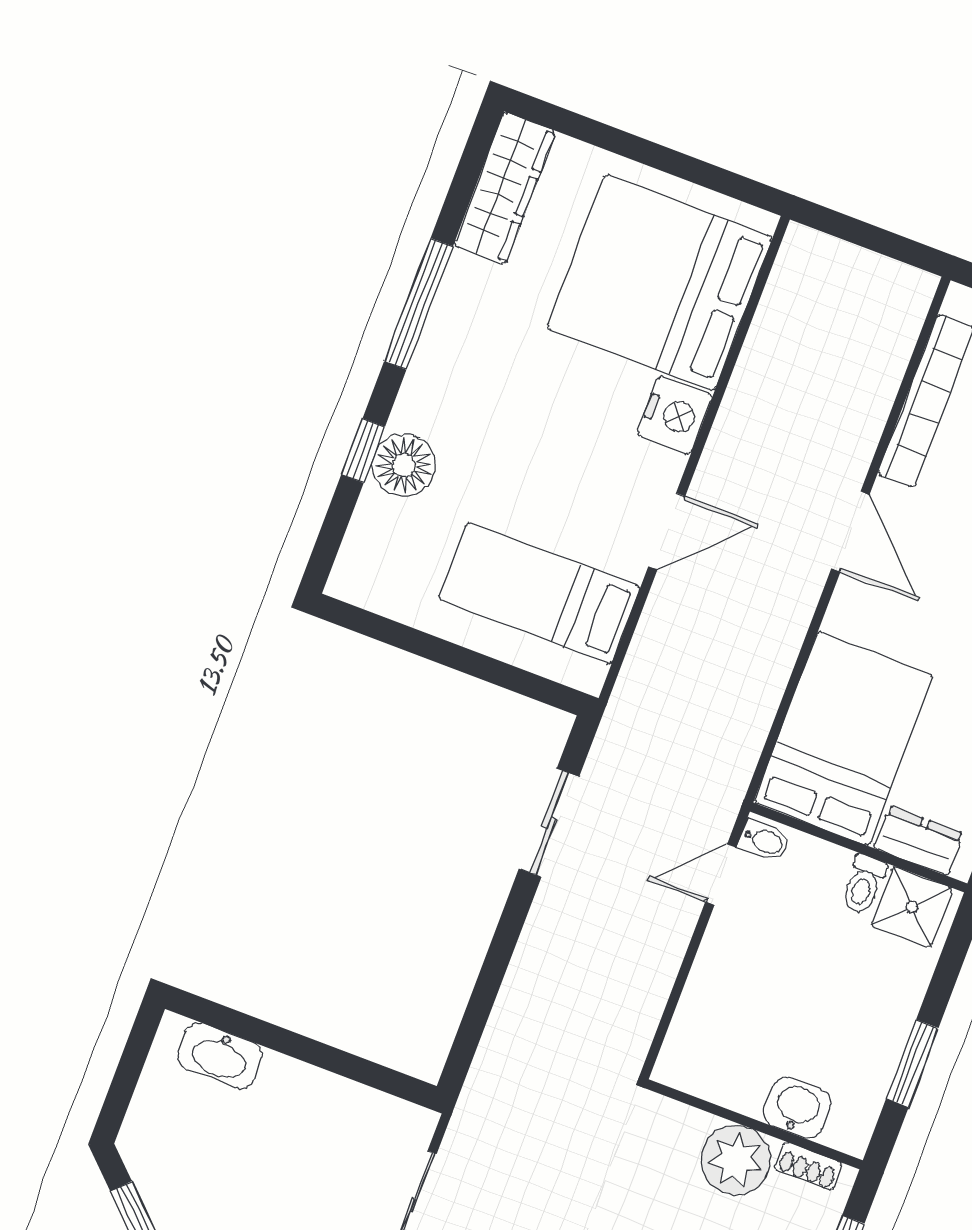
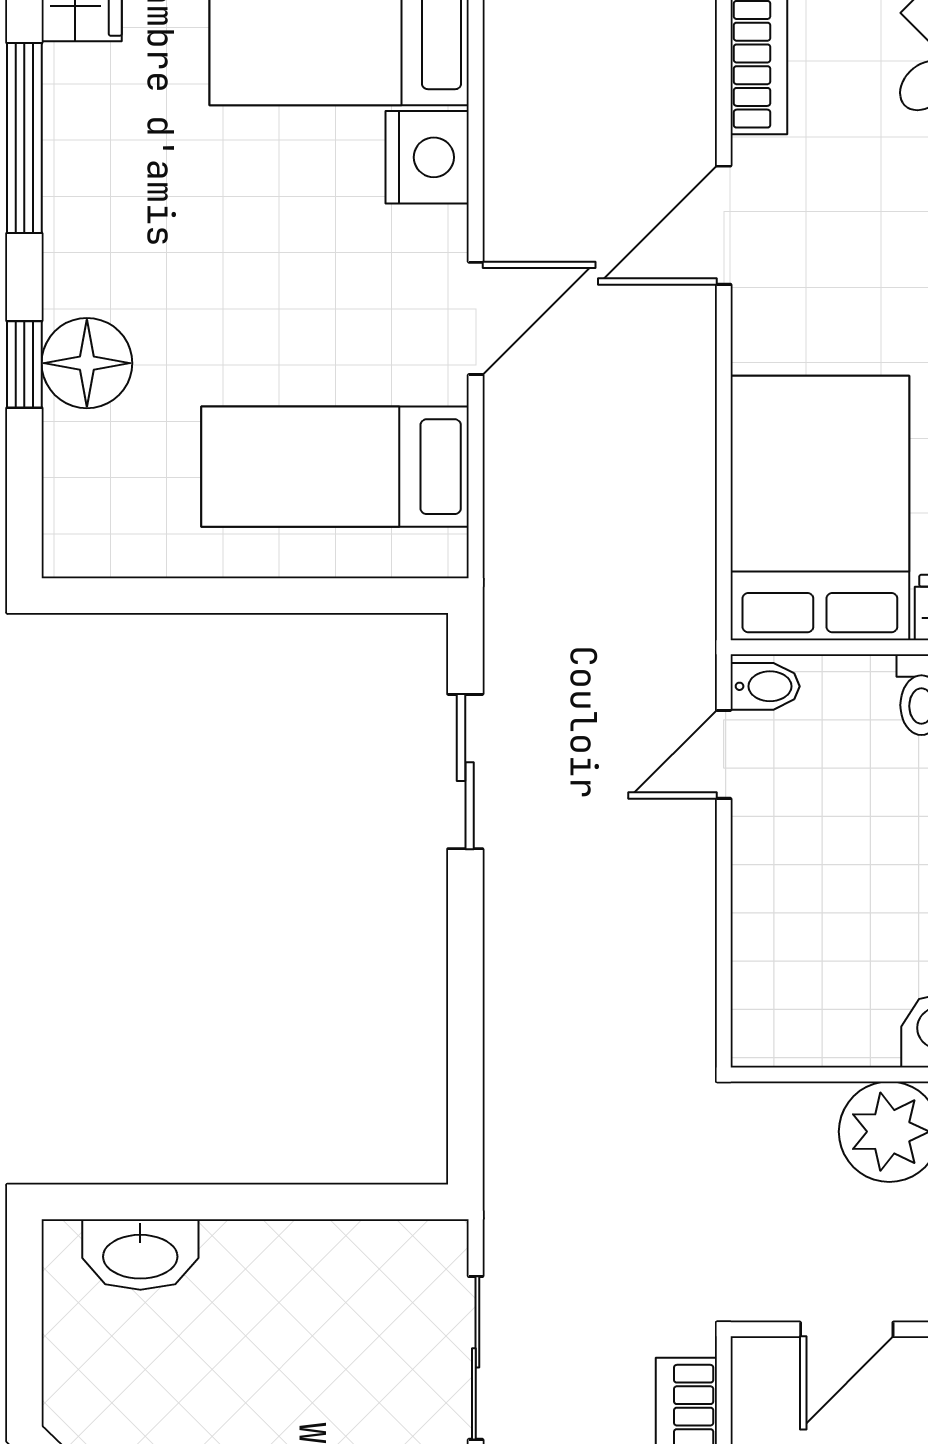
door: (850, 532) -> (724, 225), swing flipped

